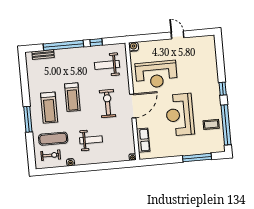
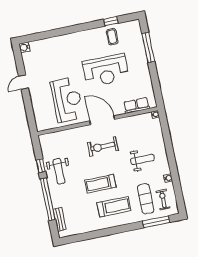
water cooler: (134, 47) -> (24, 47), moved
weight bench: (107, 65) -> (59, 171), moved
window: (223, 89) -> (74, 29), removed
treadmill: (72, 97) -> (100, 184), turned 180
window: (28, 119) -> (156, 222), moved
window: (226, 125) -> (111, 21), width x0.32
weight bench: (91, 140) -> (143, 159), turned 90

